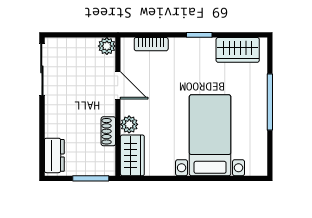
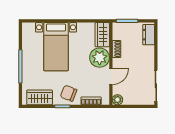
chair: (189, 57) -> (69, 93), added
door: (118, 85) -> (111, 76), swing flipped
plant: (129, 124) -> (100, 58), width x1.88, depth x1.88

